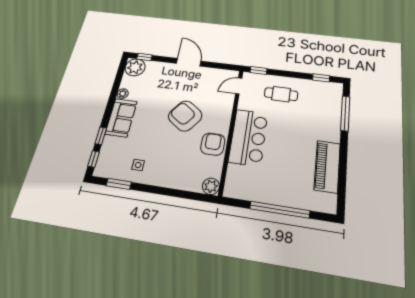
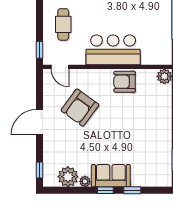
plant: (135, 67) -> (68, 177), moved
armchair: (185, 116) -> (80, 108), moved
window: (94, 159) -> (105, 190), moved
side table: (138, 165) -> (155, 147), removed

